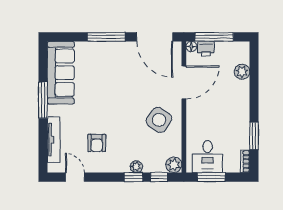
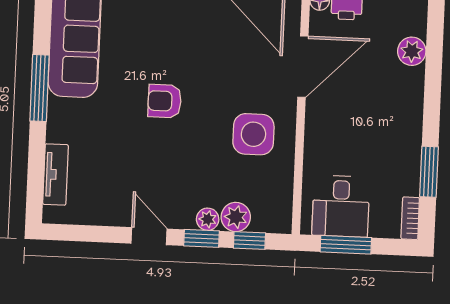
side table: (159, 120) -> (253, 134), turned -34
tv unit: (54, 140) -> (56, 175), width x0.71
armchair: (97, 143) -> (165, 101), moved, turned 90
plant: (174, 165) -> (236, 217), moved
door: (75, 177) -> (149, 236), moved

